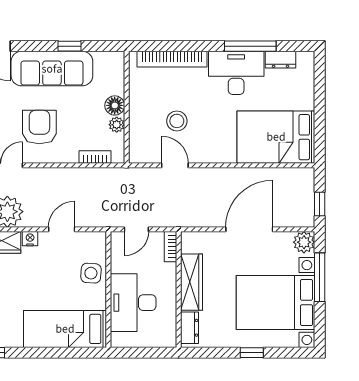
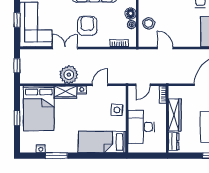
stool: (177, 121) -> (149, 23), moved

